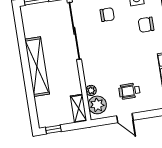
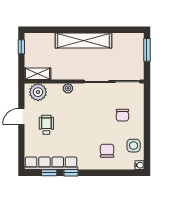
plant: (91, 90) -> (68, 88), moved

